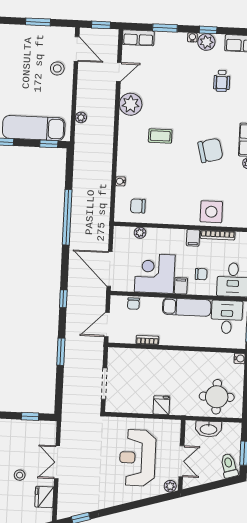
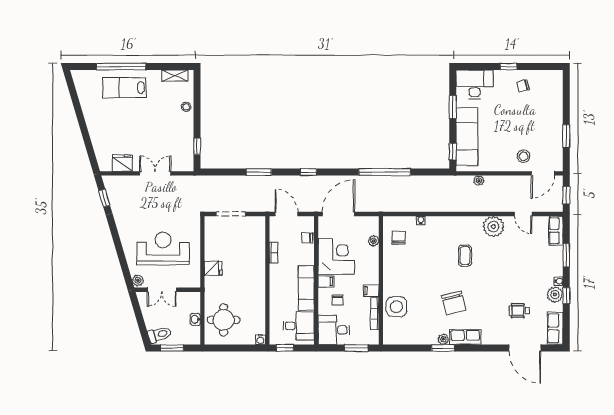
washbasin: (208, 429) -> (195, 319), width x0.52, depth x0.69
stool: (20, 475) -> (142, 139), removed

